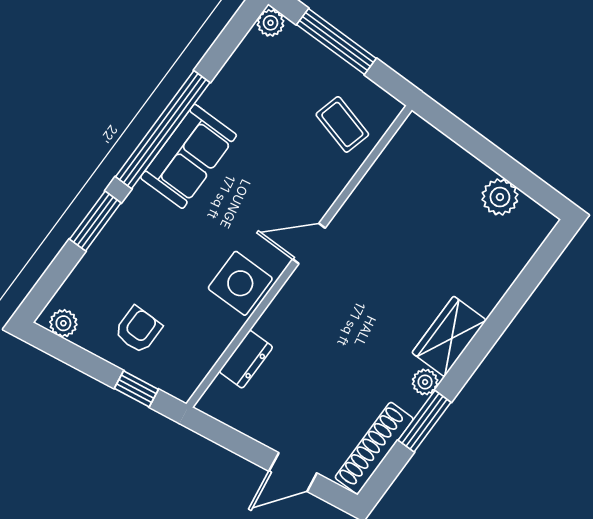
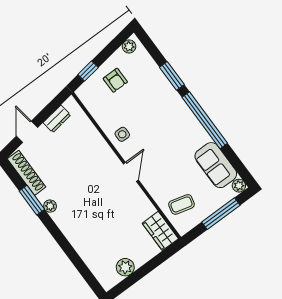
sofa: (189, 156) -> (216, 165), moved
side table: (240, 283) -> (122, 134), width x0.54, depth x0.54
wardrobe: (449, 336) -> (160, 231), moved, turned 180
dresser: (246, 359) -> (57, 119), moved, turned -98

